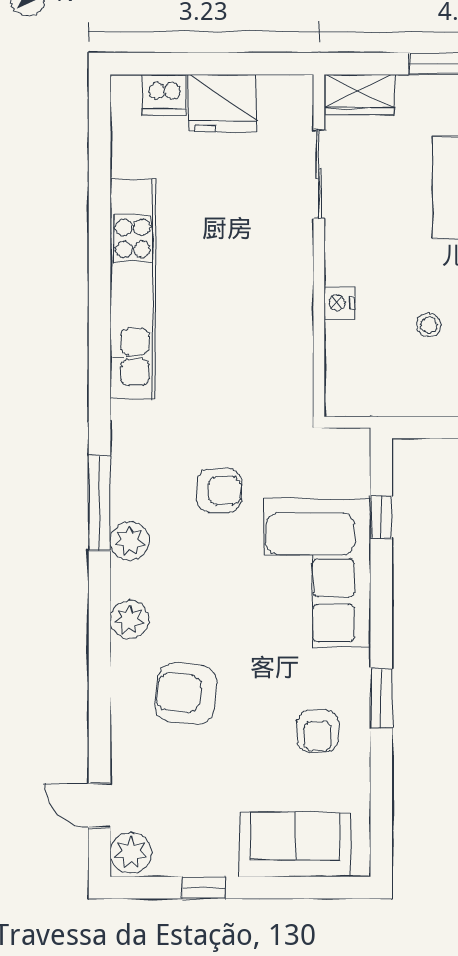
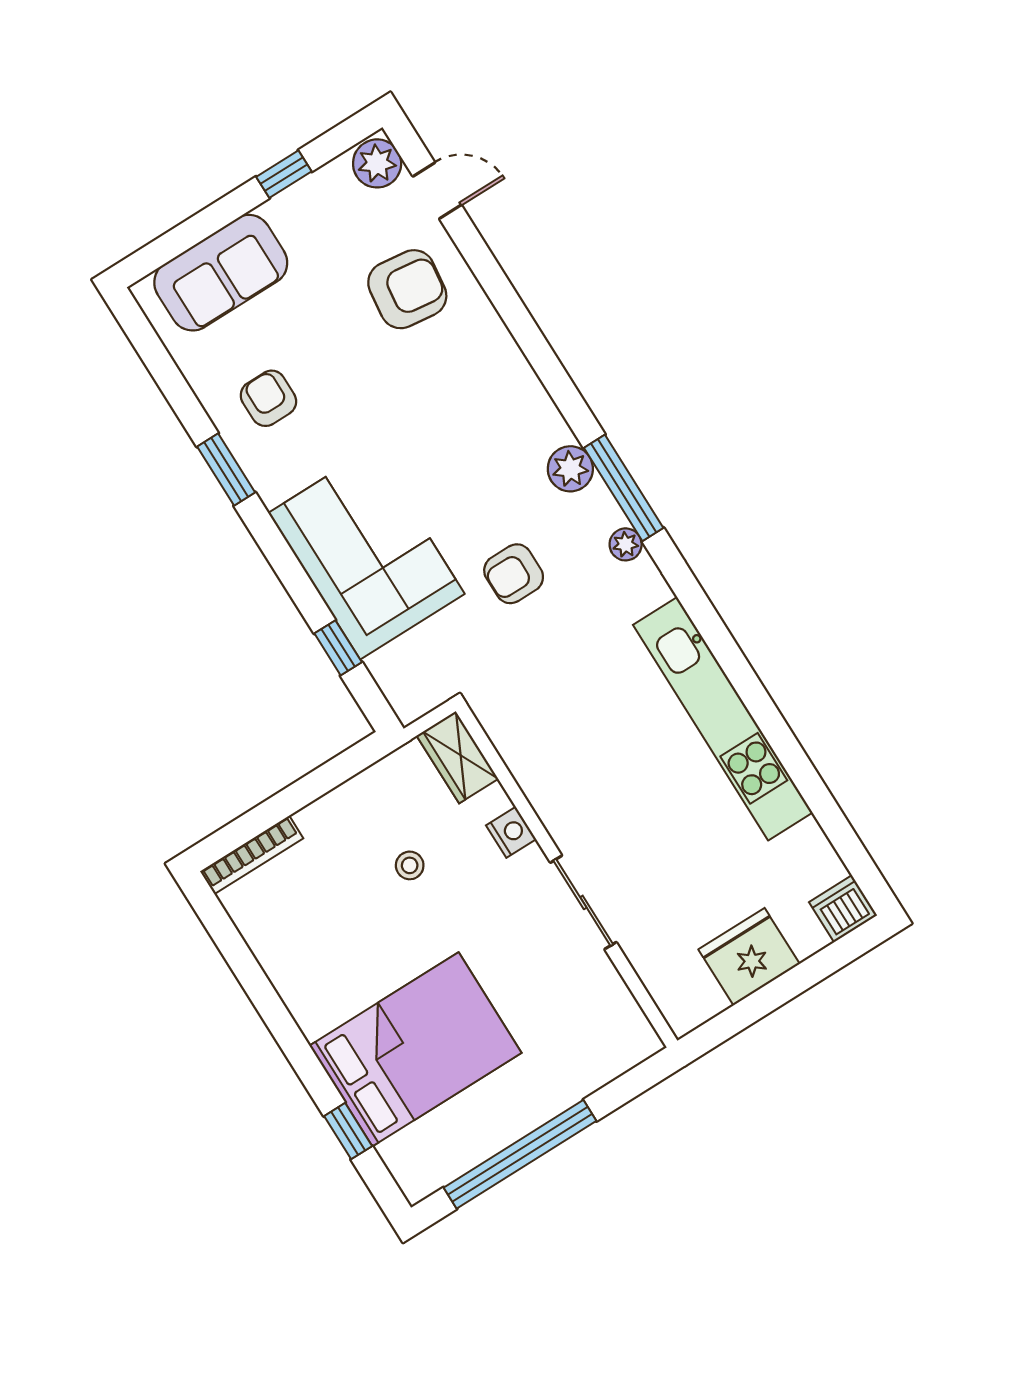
wardrobe: (359, 94) -> (457, 757), moved, turned -90
dishwasher: (164, 95) -> (843, 909), moved
sliding door: (319, 174) -> (583, 902), moved
plant: (129, 620) -> (626, 544), moved, width x0.73, depth x0.73
armchair: (186, 694) -> (407, 289), moved

